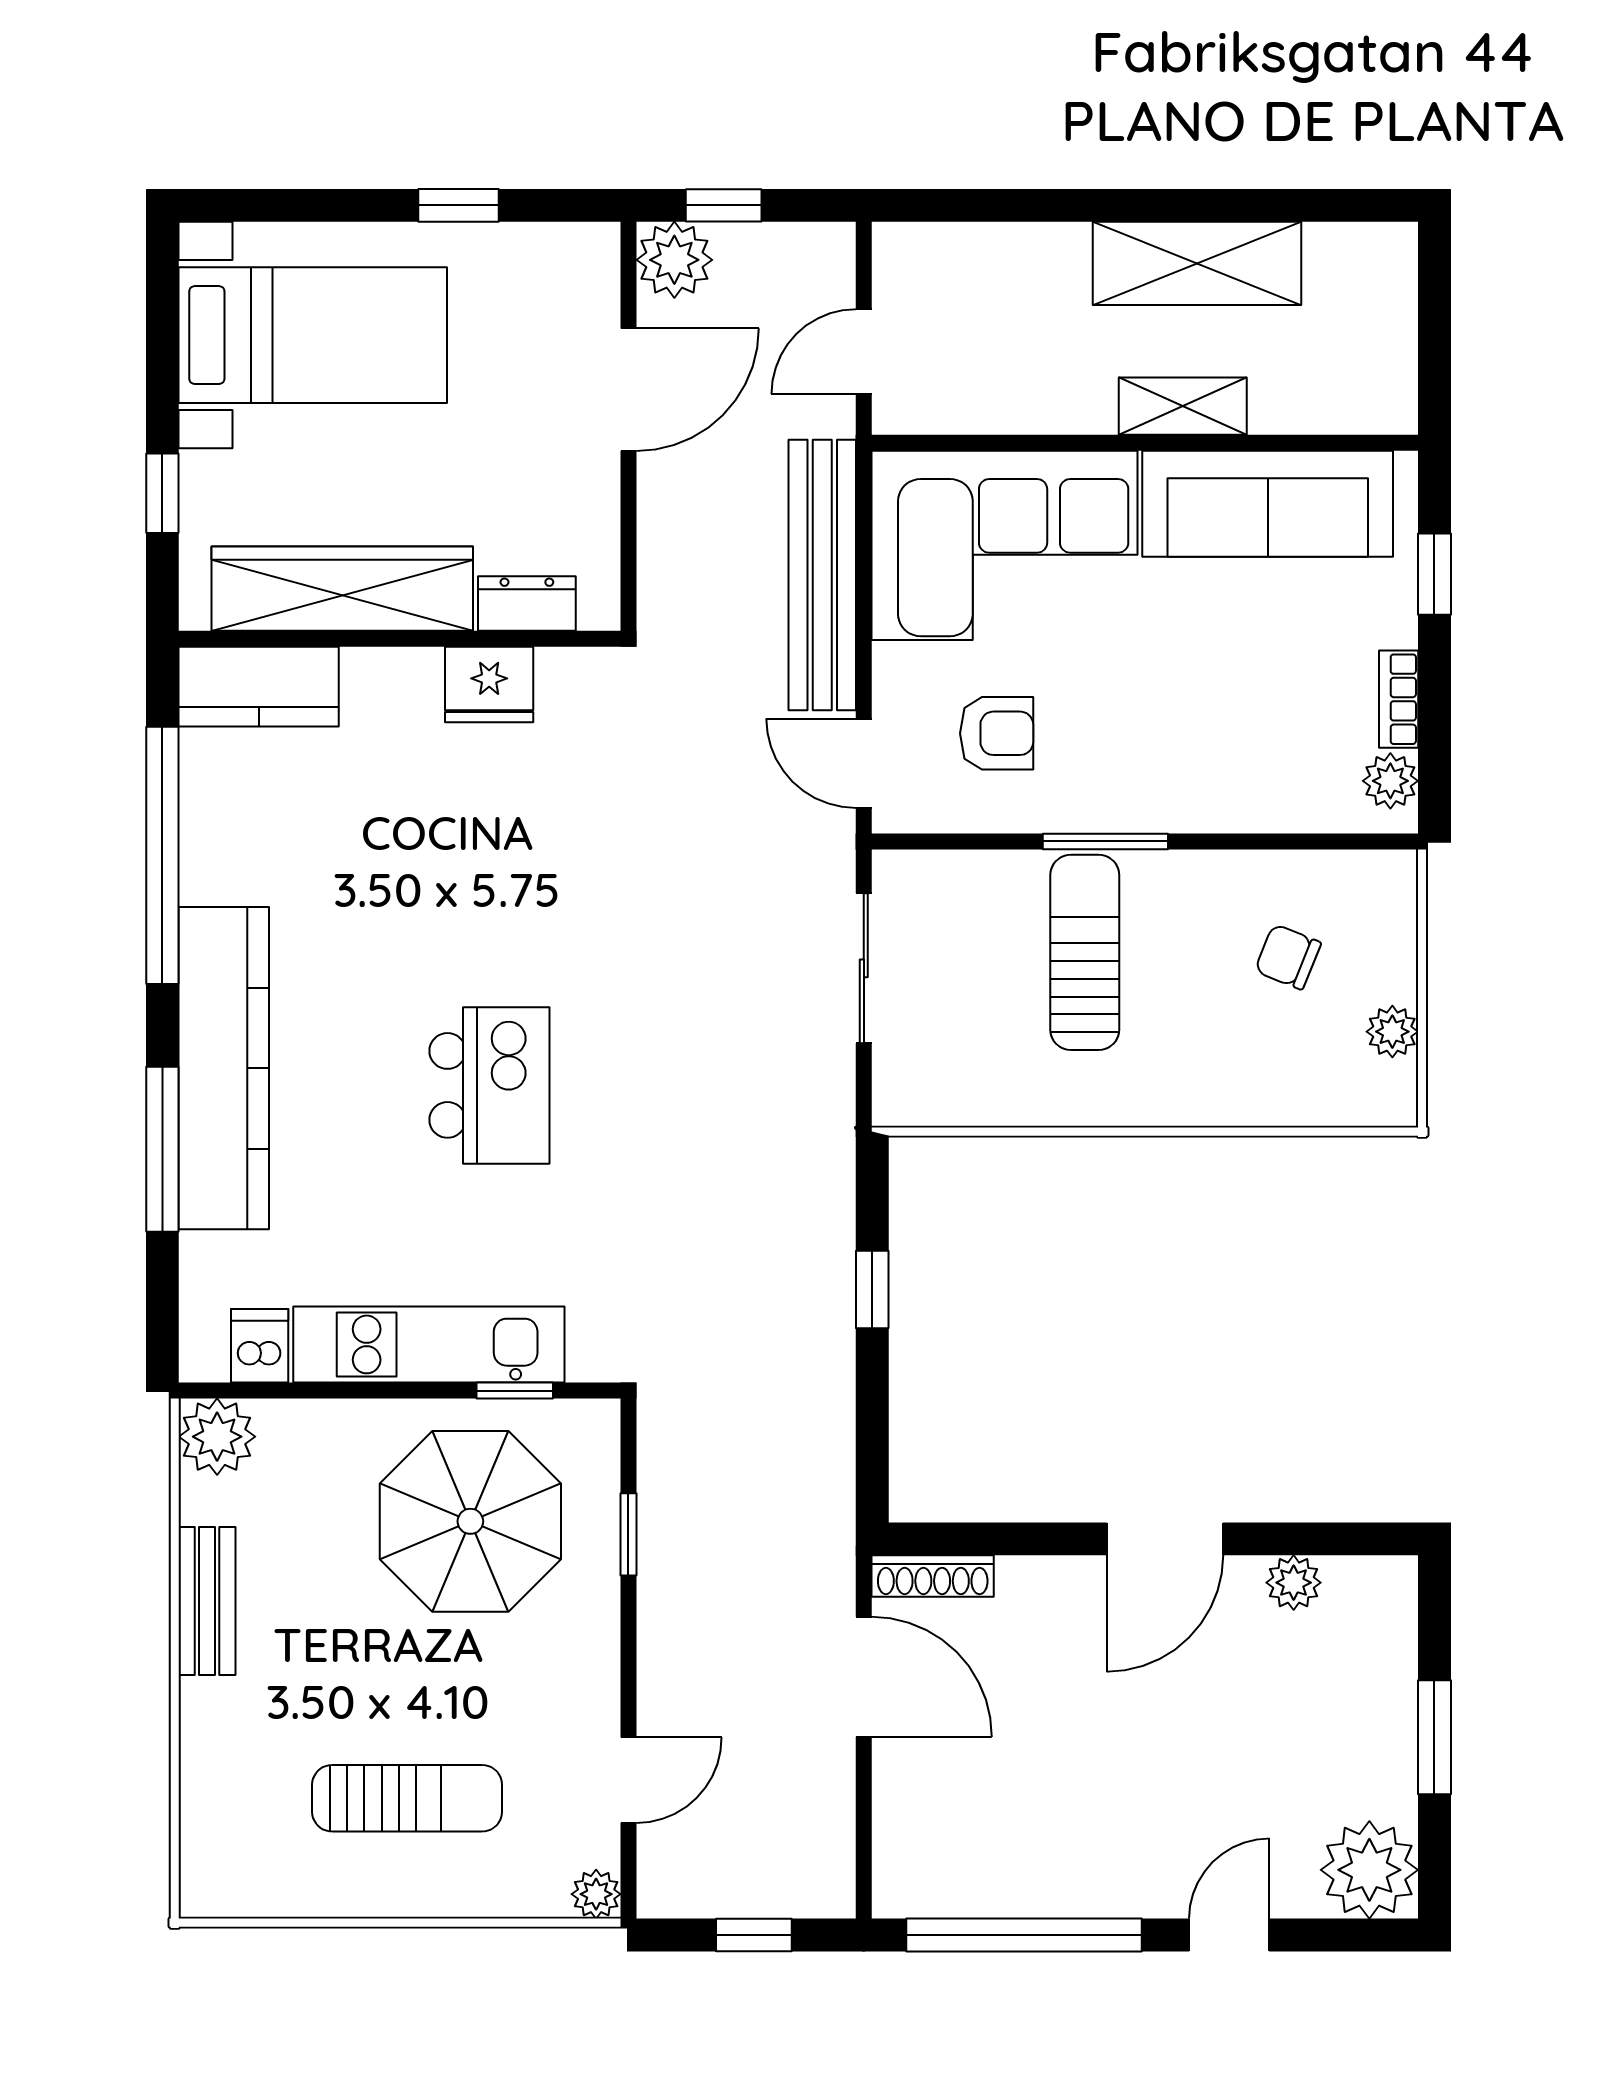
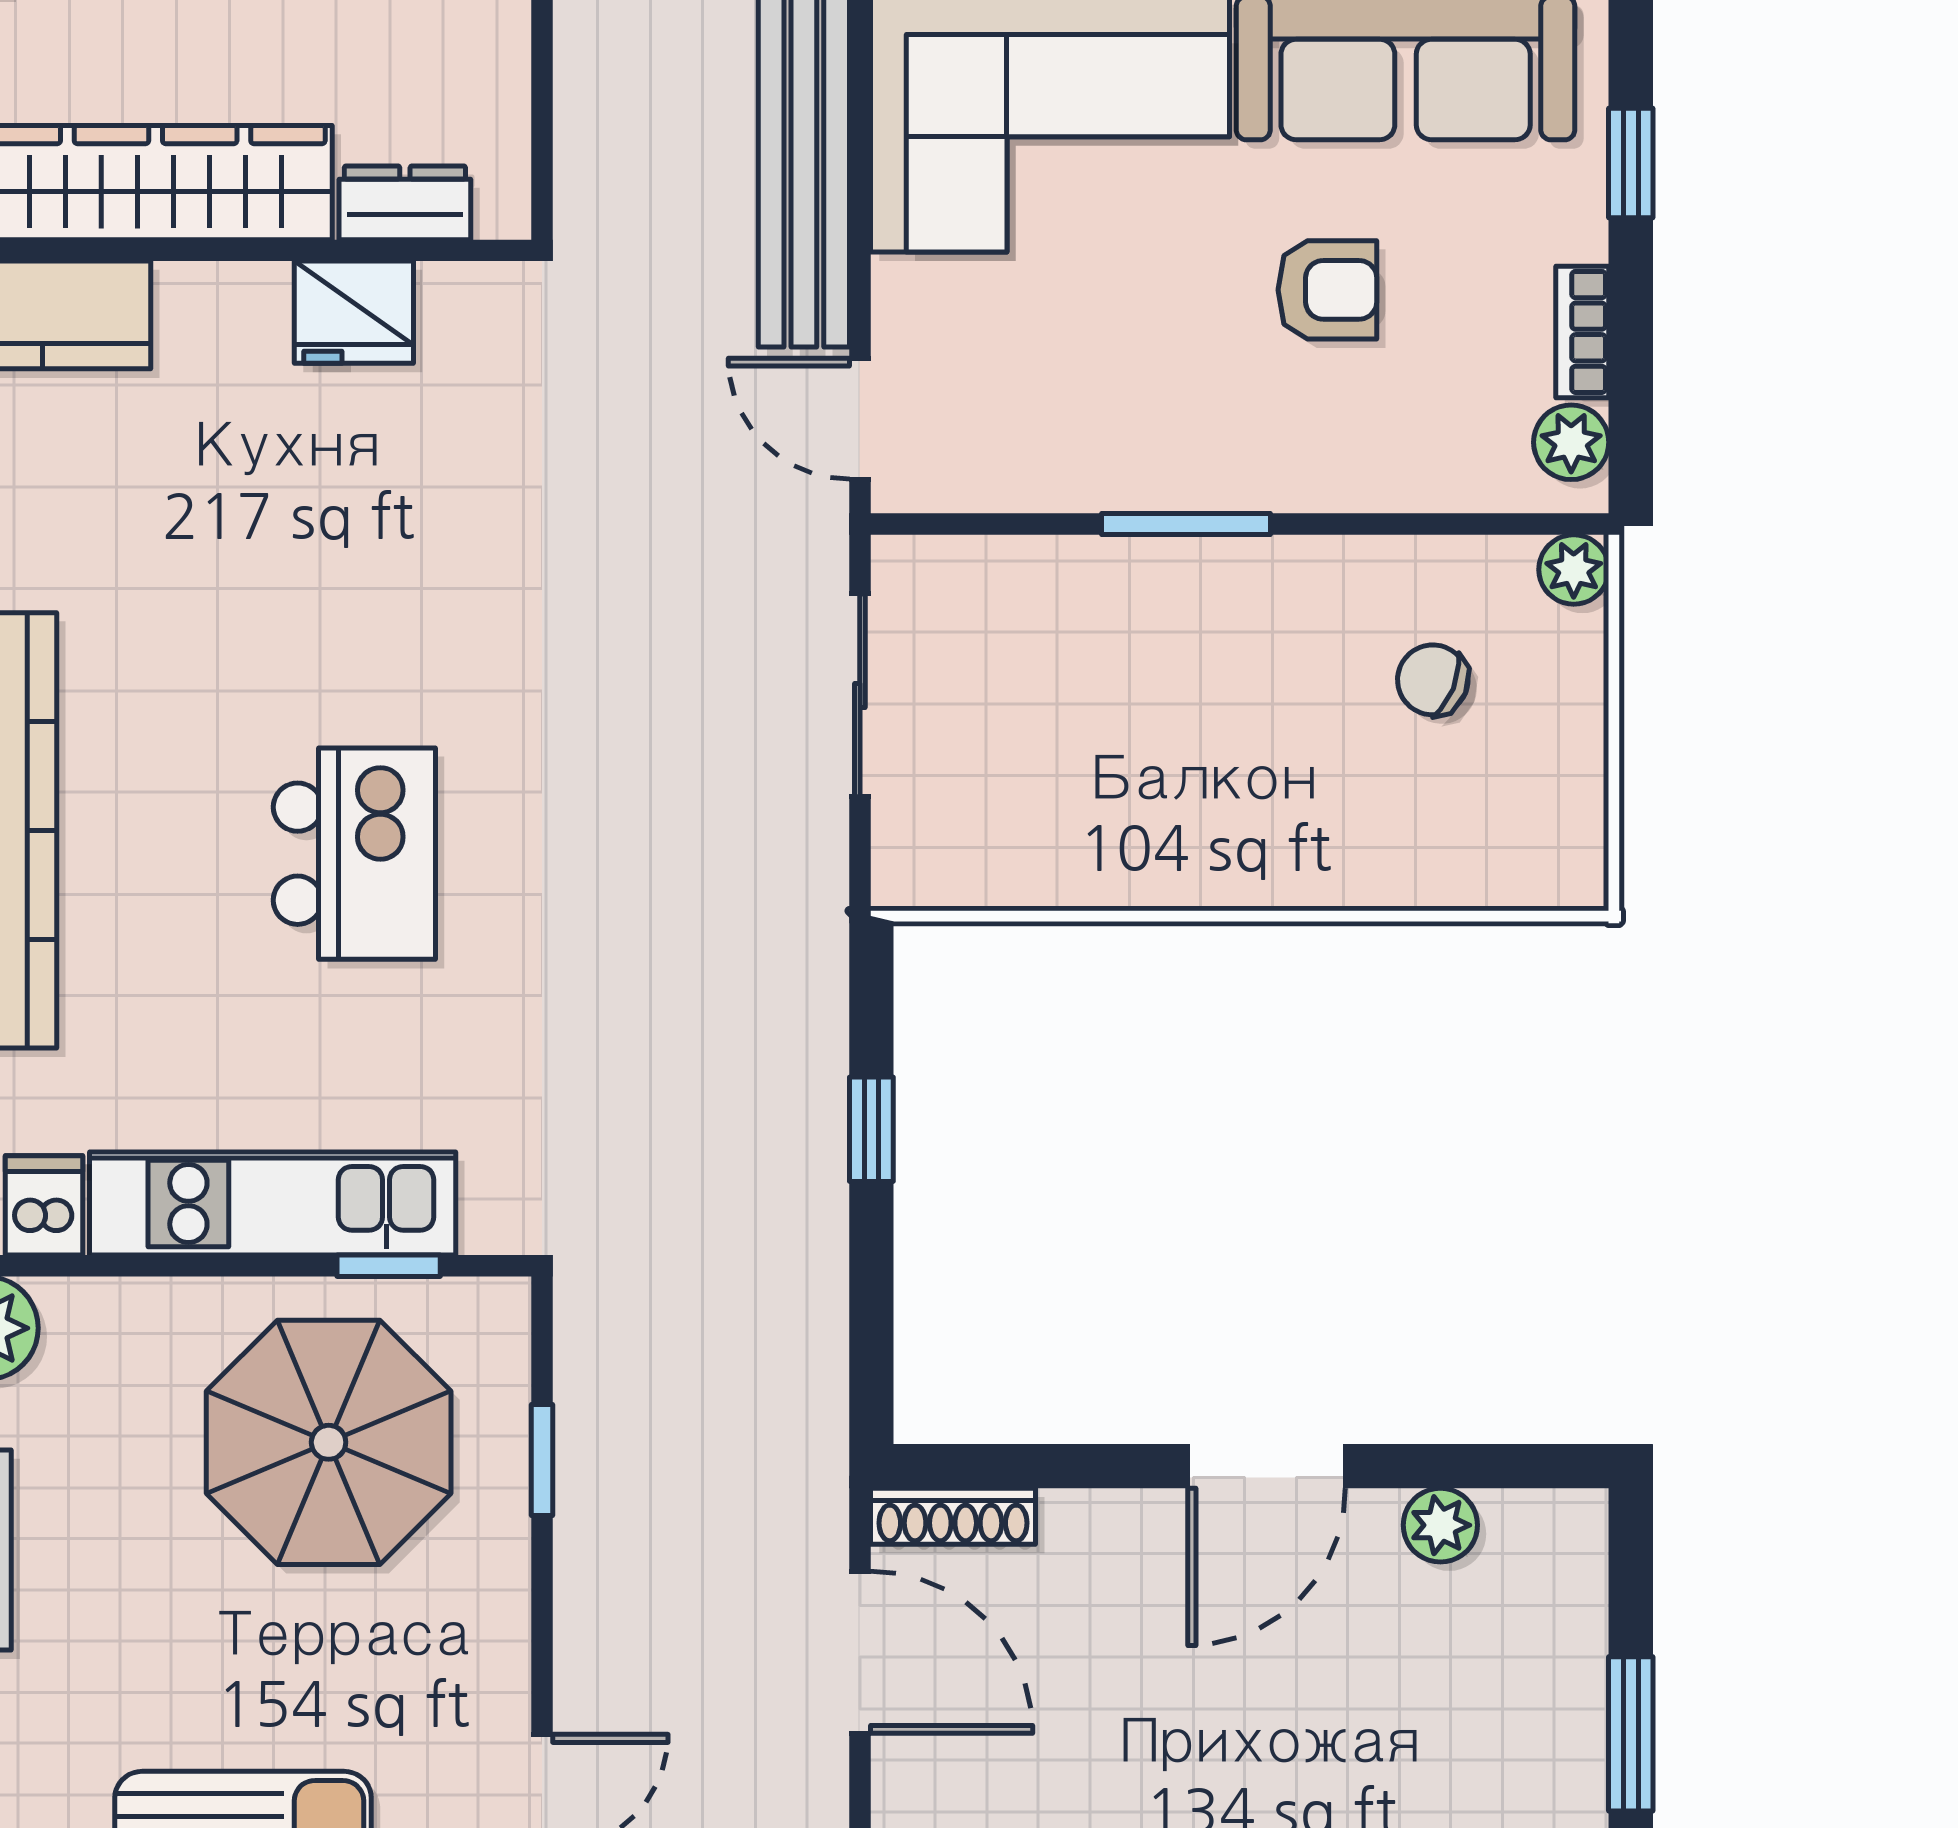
armchair: (997, 733) -> (1327, 290), moved
sun lounger: (1085, 952) -> (1158, 674), removed
plant: (1392, 1032) -> (1574, 570), moved

